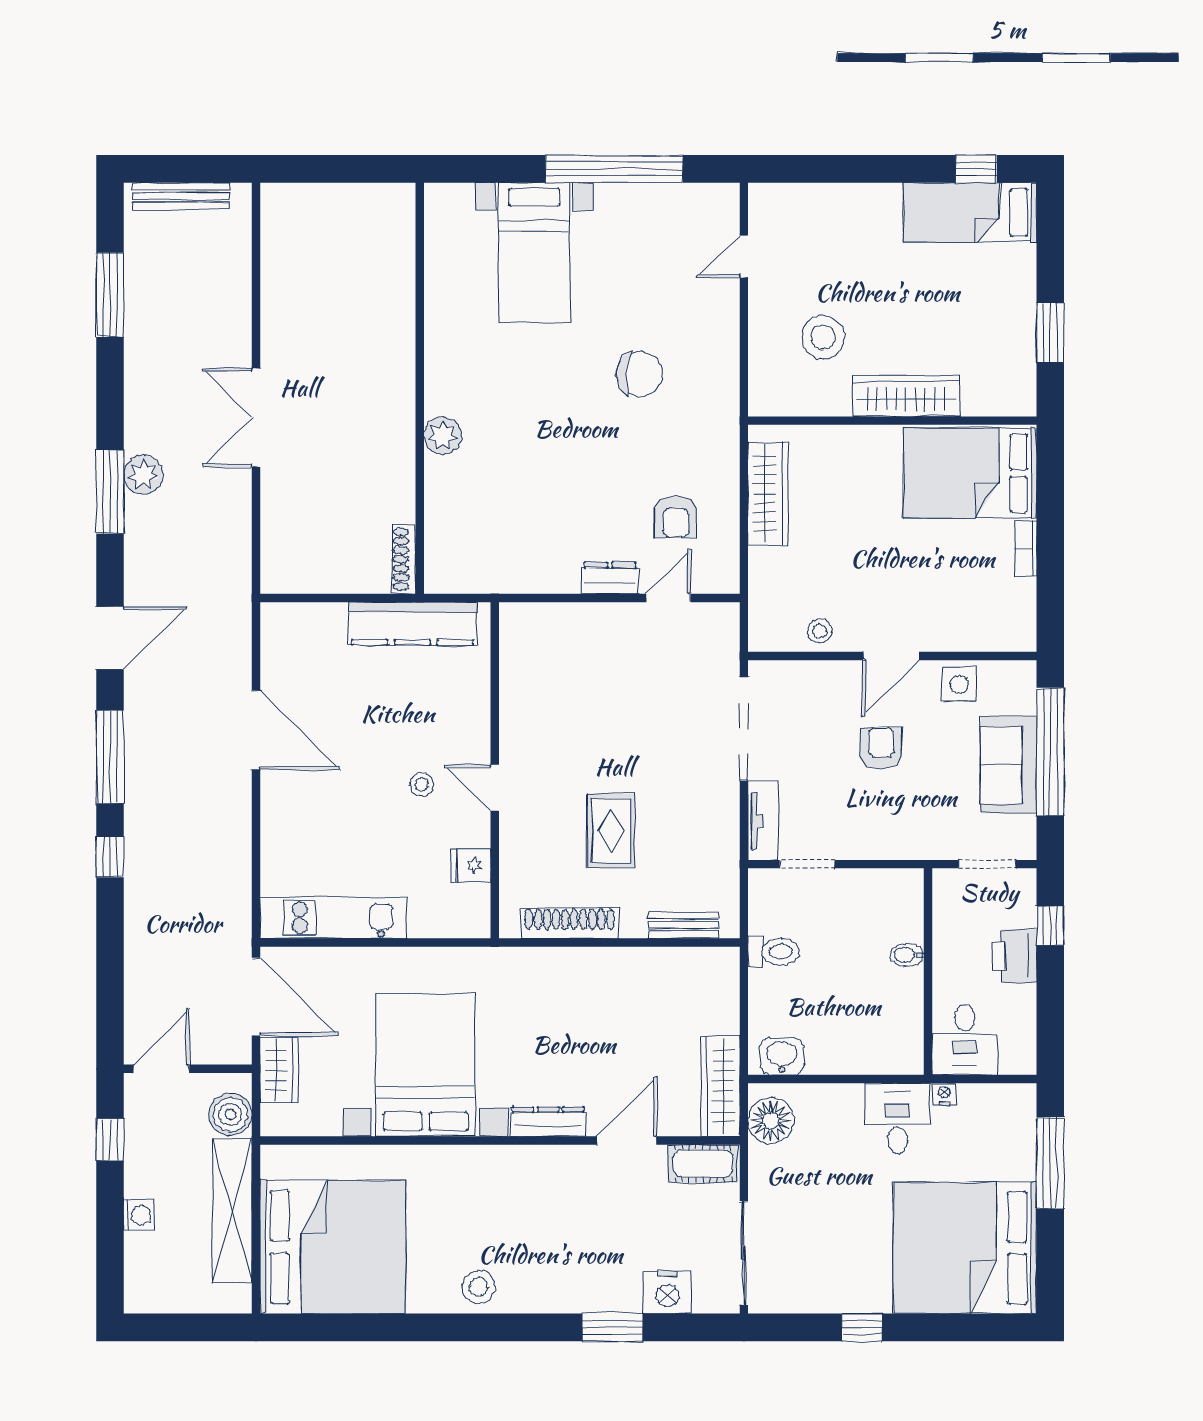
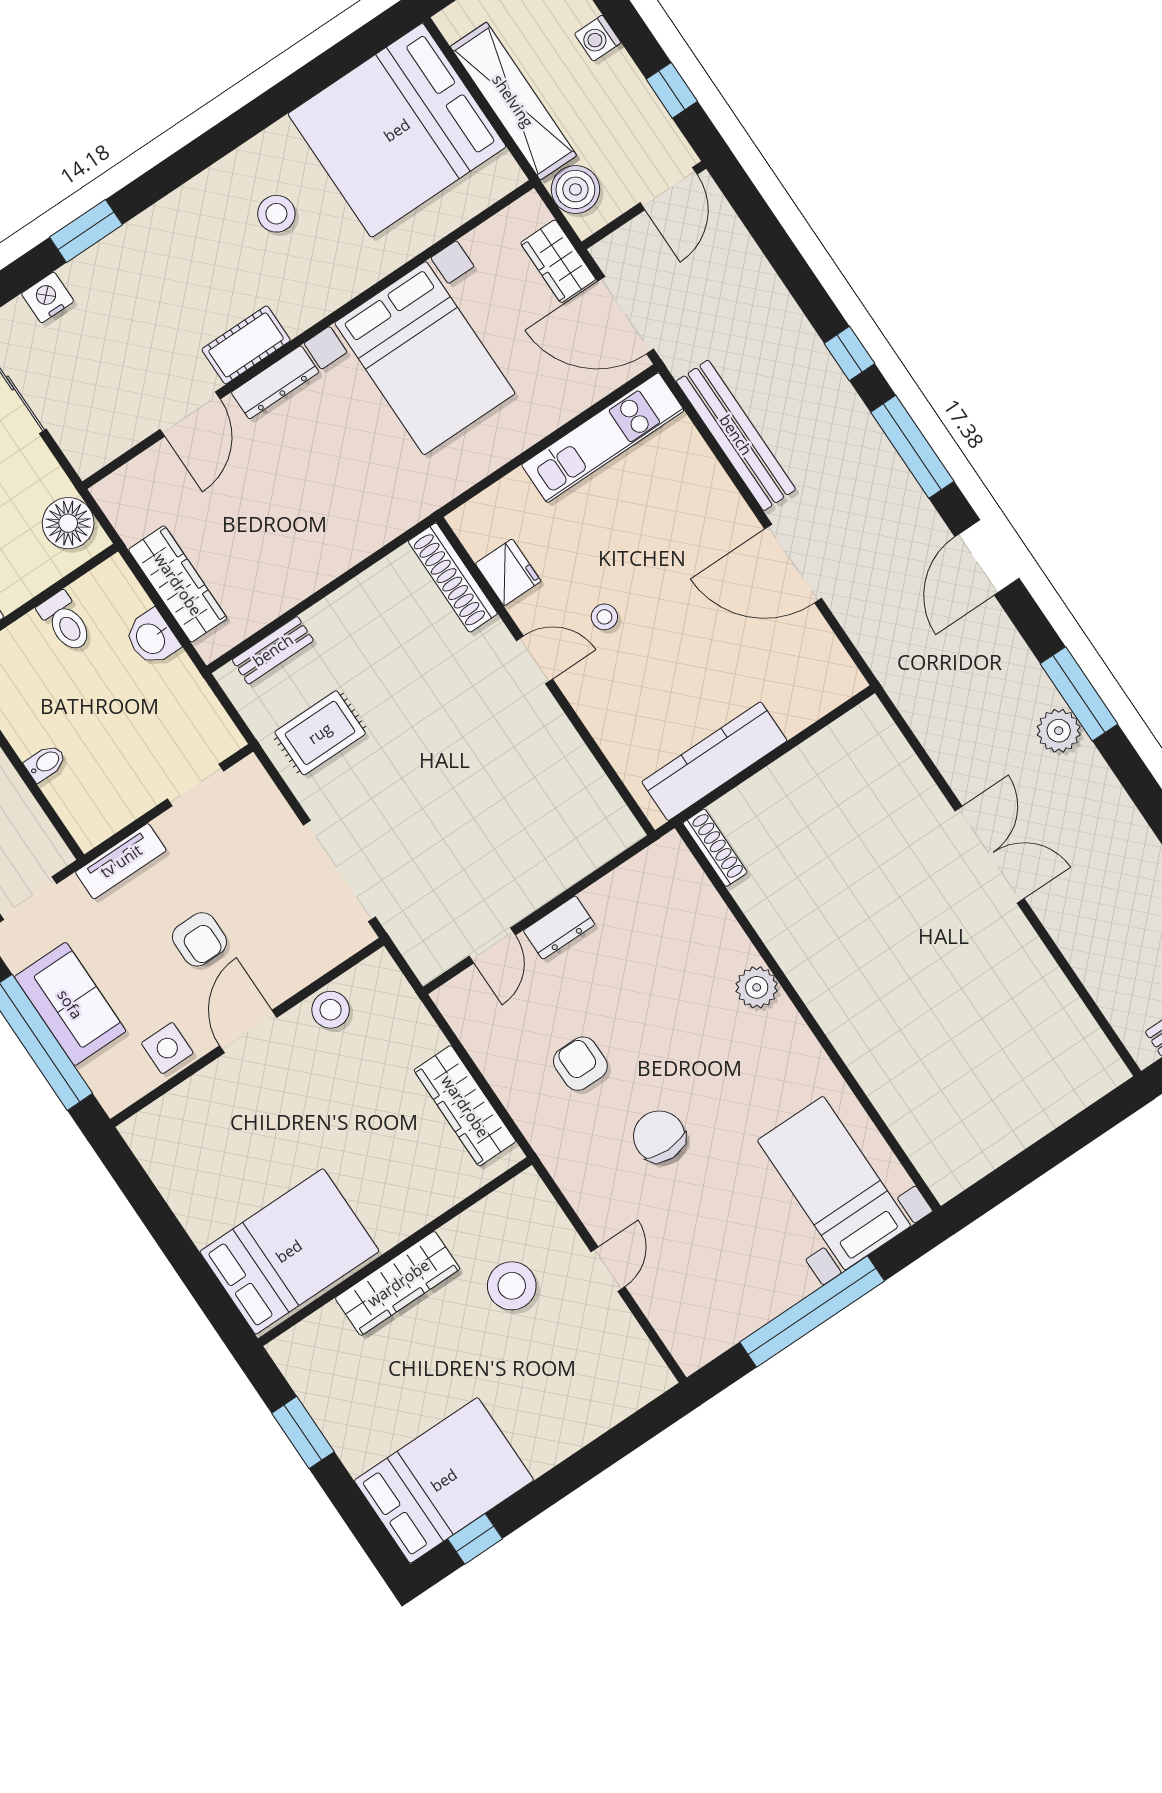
bed: (970, 212) -> (444, 1480), width x1.50
door: (744, 256) -> (608, 1269), moved
chair: (640, 374) -> (659, 1136), turned 85
wall: (420, 388) -> (808, 1017), moved
plant: (443, 436) -> (757, 987), moved
armchair: (676, 517) -> (580, 1064), moved
bookcase: (1025, 549) -> (190, 1216), removed
shoe rack: (404, 559) -> (715, 848), moved
stool: (819, 631) -> (331, 1010), width x1.37, depth x1.37
tv unit: (763, 821) -> (121, 861), moved, turned -90
rug: (611, 831) -> (320, 733), moved, turned 90
bench: (235, 853) -> (736, 435), added
fridge: (471, 865) -> (508, 572), width x1.38
shoe rack: (570, 923) -> (453, 578), moved, turned 90
toilet: (774, 952) -> (65, 622), moved, turned -90
washbasin: (782, 1056) -> (152, 638), moved, turned 90
wardrobe: (720, 1086) -> (178, 584), moved
cot: (703, 1164) -> (246, 345), moved
stool: (479, 1287) -> (276, 214), moved
nightstand: (667, 1292) -> (48, 297), width x0.74, depth x0.75

